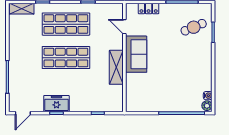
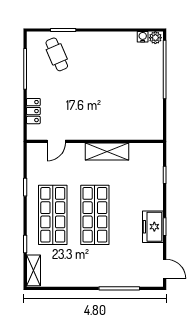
sofa: (136, 54) -> (91, 127), removed

